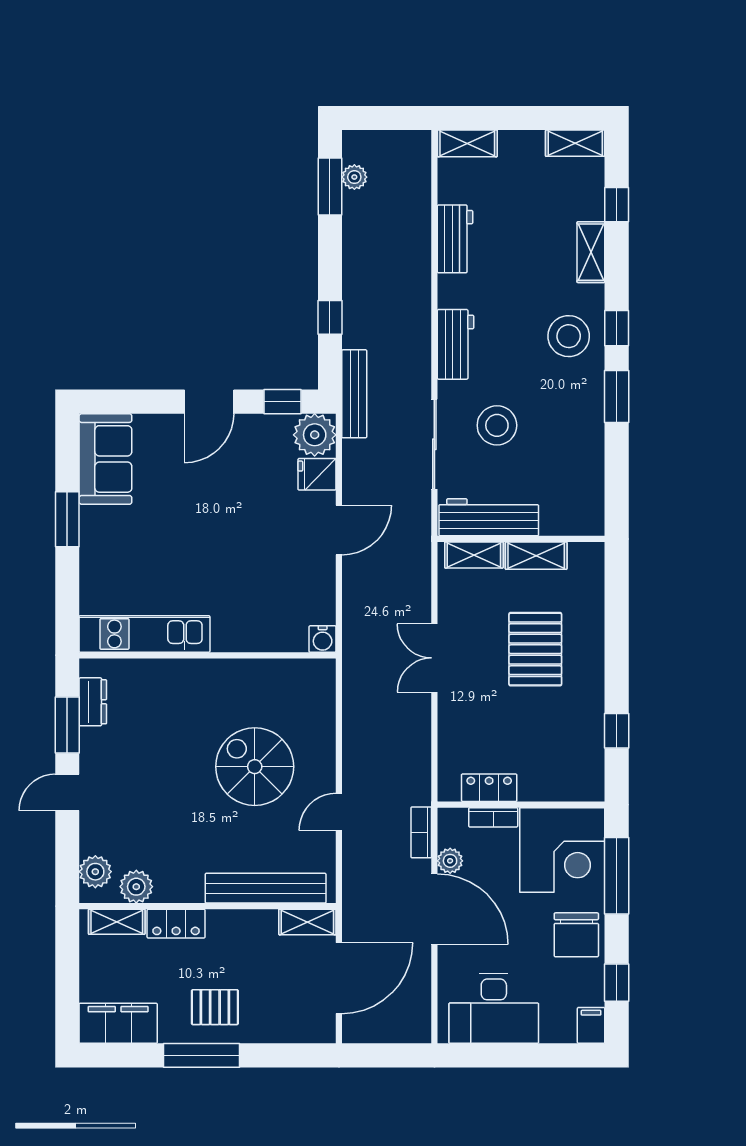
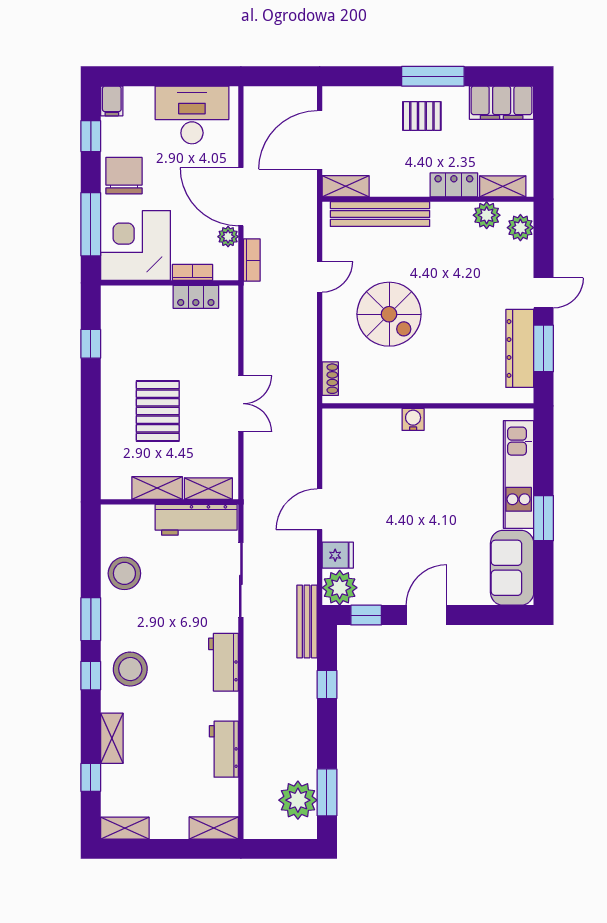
plant: (354, 177) -> (298, 800), width x1.88, depth x1.88
stool: (497, 425) -> (124, 573), moved
kitchen unit: (144, 634) -> (519, 475), moved, turned 90
water cooler: (323, 639) -> (413, 419), moved
shoe rack: (326, 688) -> (330, 379), added
dresser: (93, 702) -> (520, 348), width x1.96, depth x1.24

